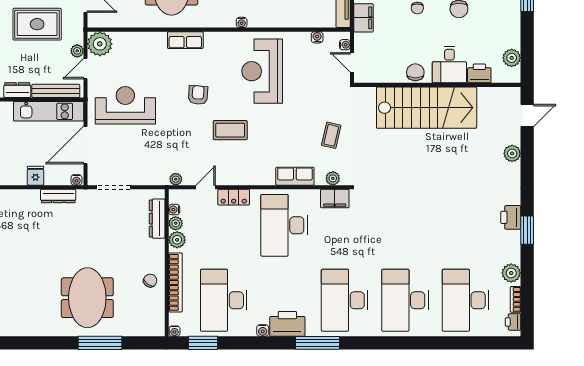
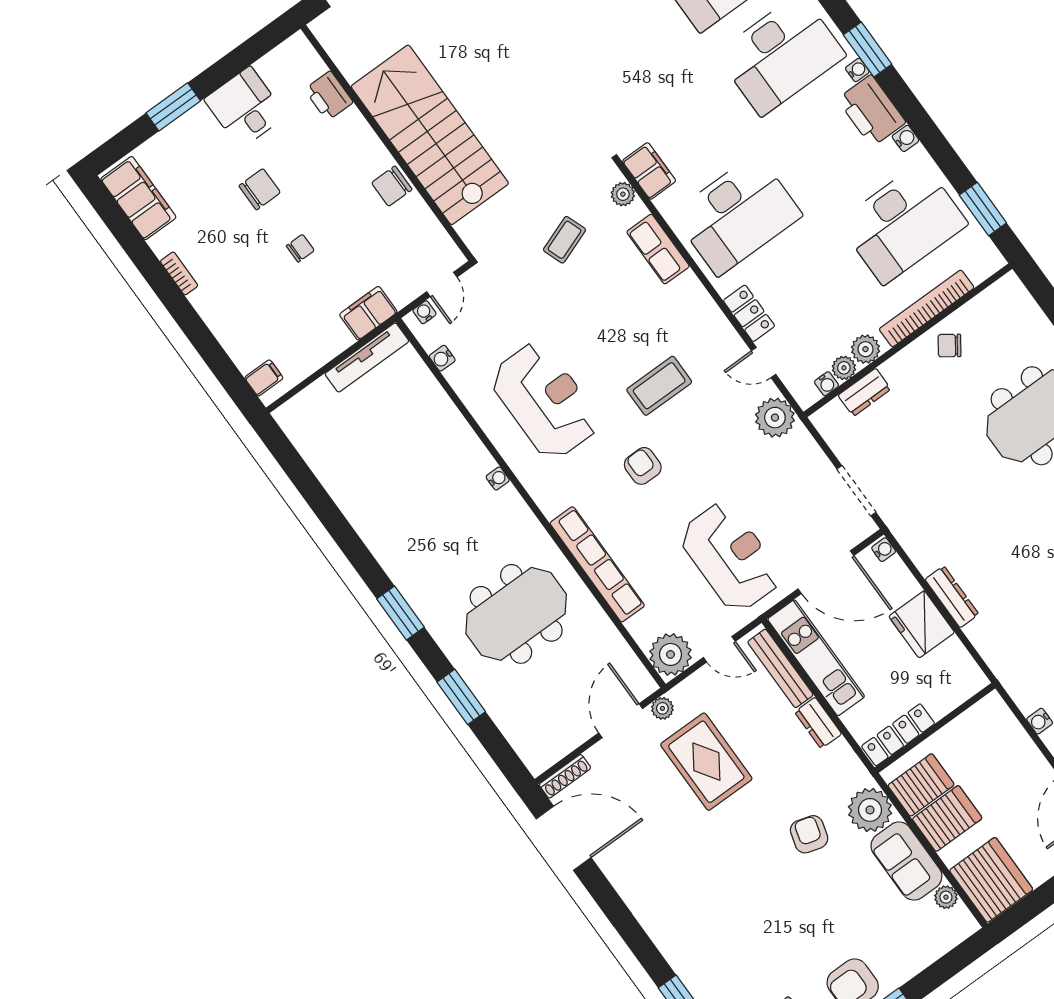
row of seats: (185, 40) -> (597, 564), width x2.02
plant: (77, 51) -> (662, 708), moved
plant: (512, 58) -> (275, 66), removed
desk: (449, 65) -> (245, 108), moved, turned -90
reception desk: (262, 71) -> (545, 401), turned -90
armchair: (198, 95) -> (643, 466), turned 86
reception desk: (125, 105) -> (730, 557), turned 180
coffee table: (230, 130) -> (659, 386), turned 90
coffee table: (331, 135) -> (564, 240), turned -33
fridge: (35, 176) -> (922, 624), width x1.88, depth x1.34
plant: (176, 179) -> (775, 418), width x1.88, depth x1.88
dresser: (58, 196) -> (952, 597), moved
dresser: (157, 219) -> (864, 392), width x0.70
water cooler: (175, 331) -> (857, 70), moved
window: (317, 343) -> (868, 50), width x0.69

